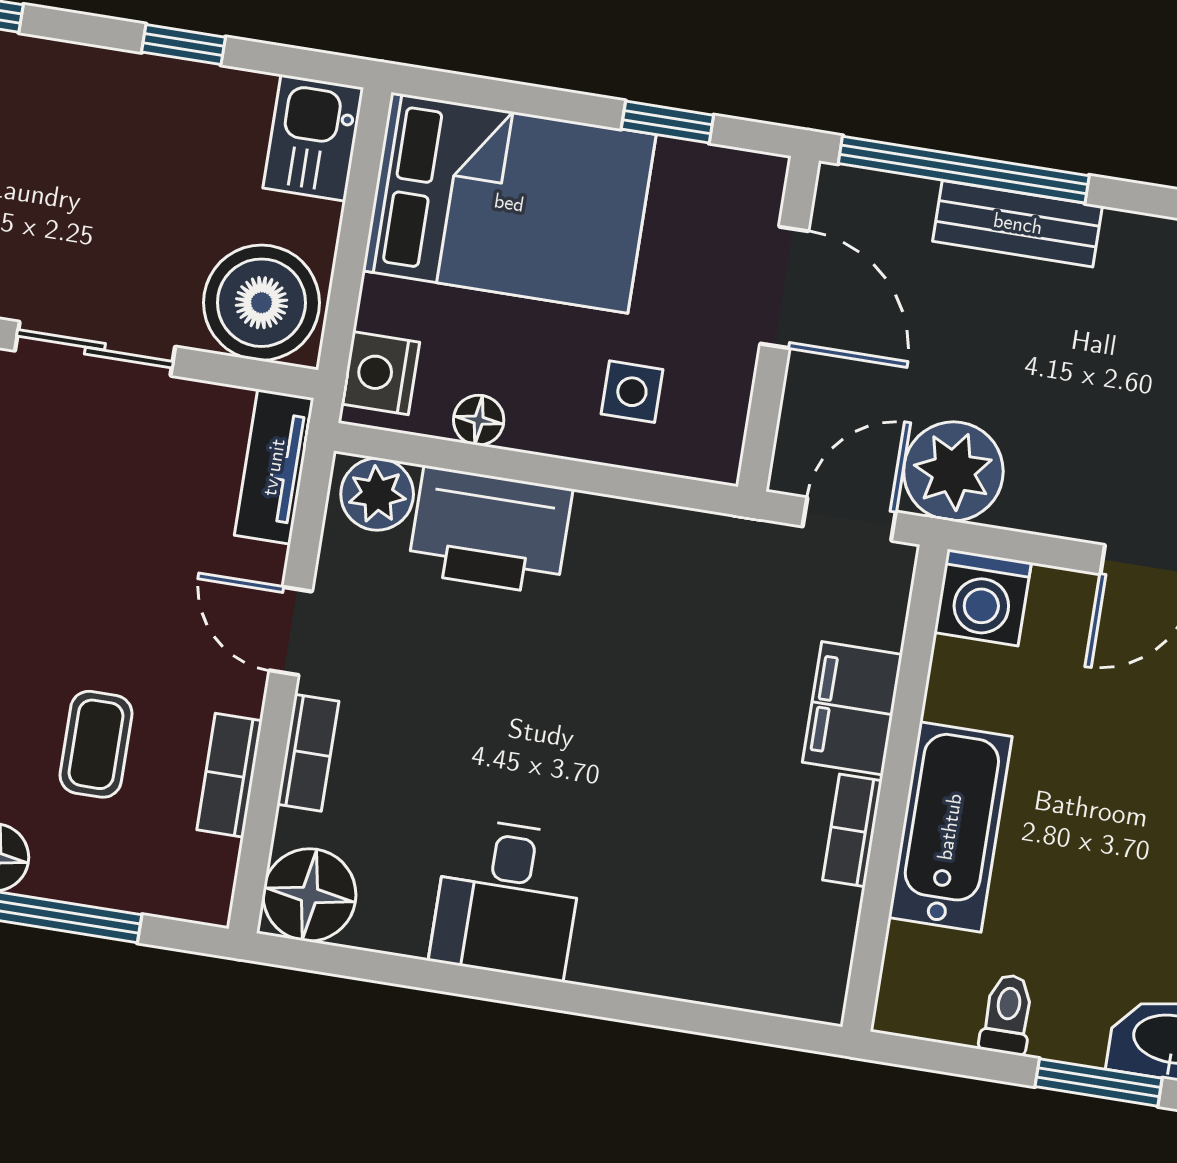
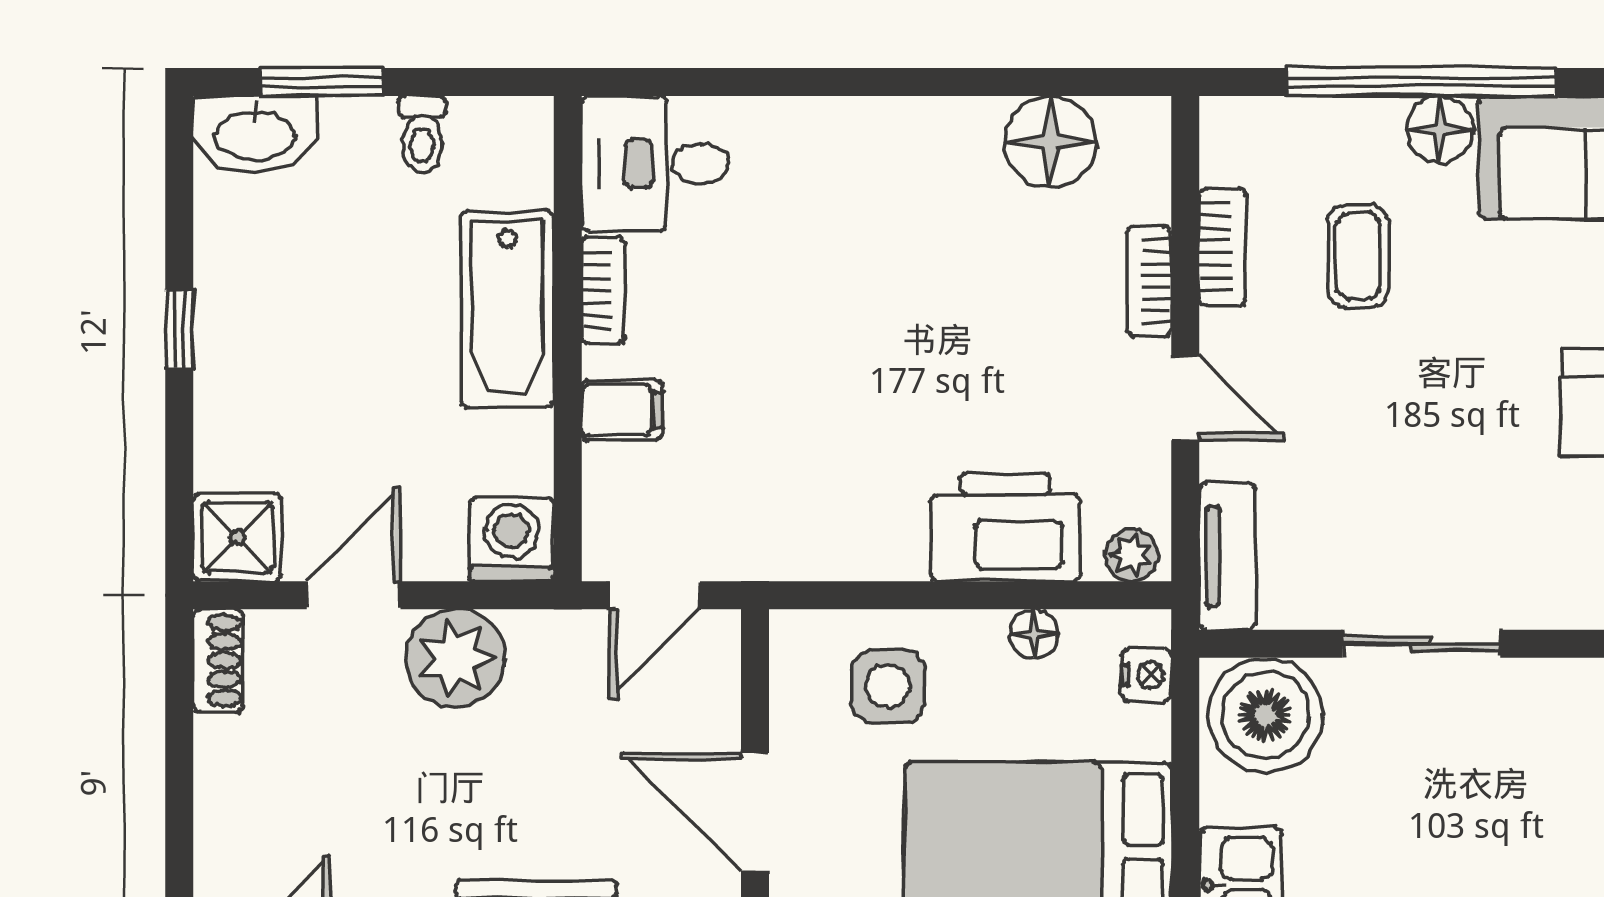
nightstand: (380, 373) -> (1146, 675), width x0.72, depth x0.74
side table: (632, 392) -> (888, 686), width x1.37, depth x1.37
plant: (953, 471) -> (455, 658), moved
plant: (377, 494) -> (1132, 555), width x0.73, depth x0.73
filing cabinet: (852, 708) -> (622, 410), width x0.50
floor lamp: (309, 895) -> (1050, 142), moved
desk: (507, 899) -> (655, 164), moved, turned -90

